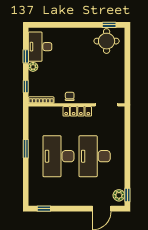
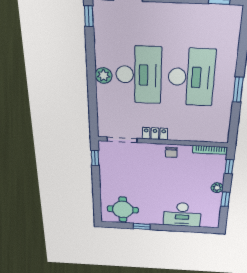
window: (109, 25) -> (142, 226), moved
desk: (40, 47) -> (182, 215), moved, turned 90
window: (127, 88) -> (95, 158), added
locker: (77, 111) -> (155, 134), width x0.66
plant: (119, 195) -> (104, 75), moved

